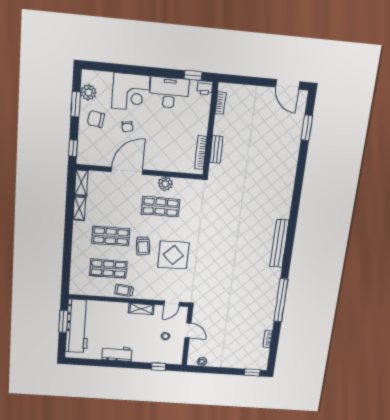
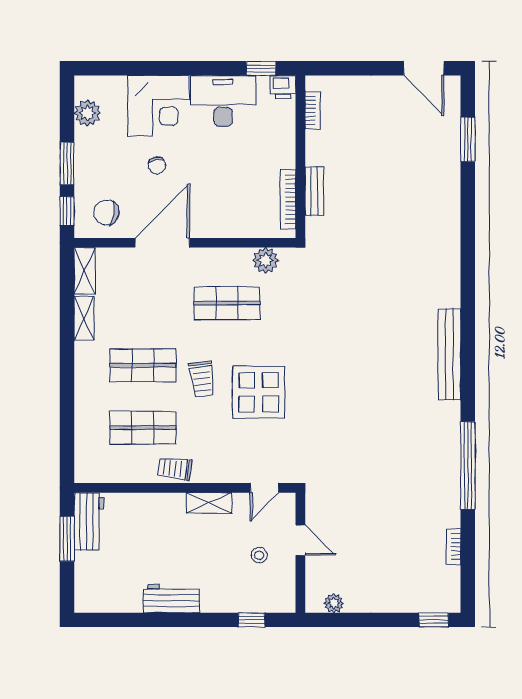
window: (76, 104) -> (67, 163), moved
chair: (96, 119) -> (106, 213), moved
plant: (165, 184) -> (266, 260), moved
workbench: (78, 326) -> (89, 521), width x0.53, depth x0.76

